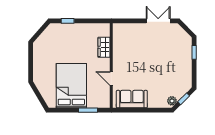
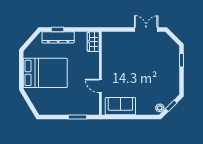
dresser: (68, 29) -> (58, 37), added
wardrobe: (104, 47) -> (93, 42), moved
bed: (71, 86) -> (45, 73), moved, turned 90

